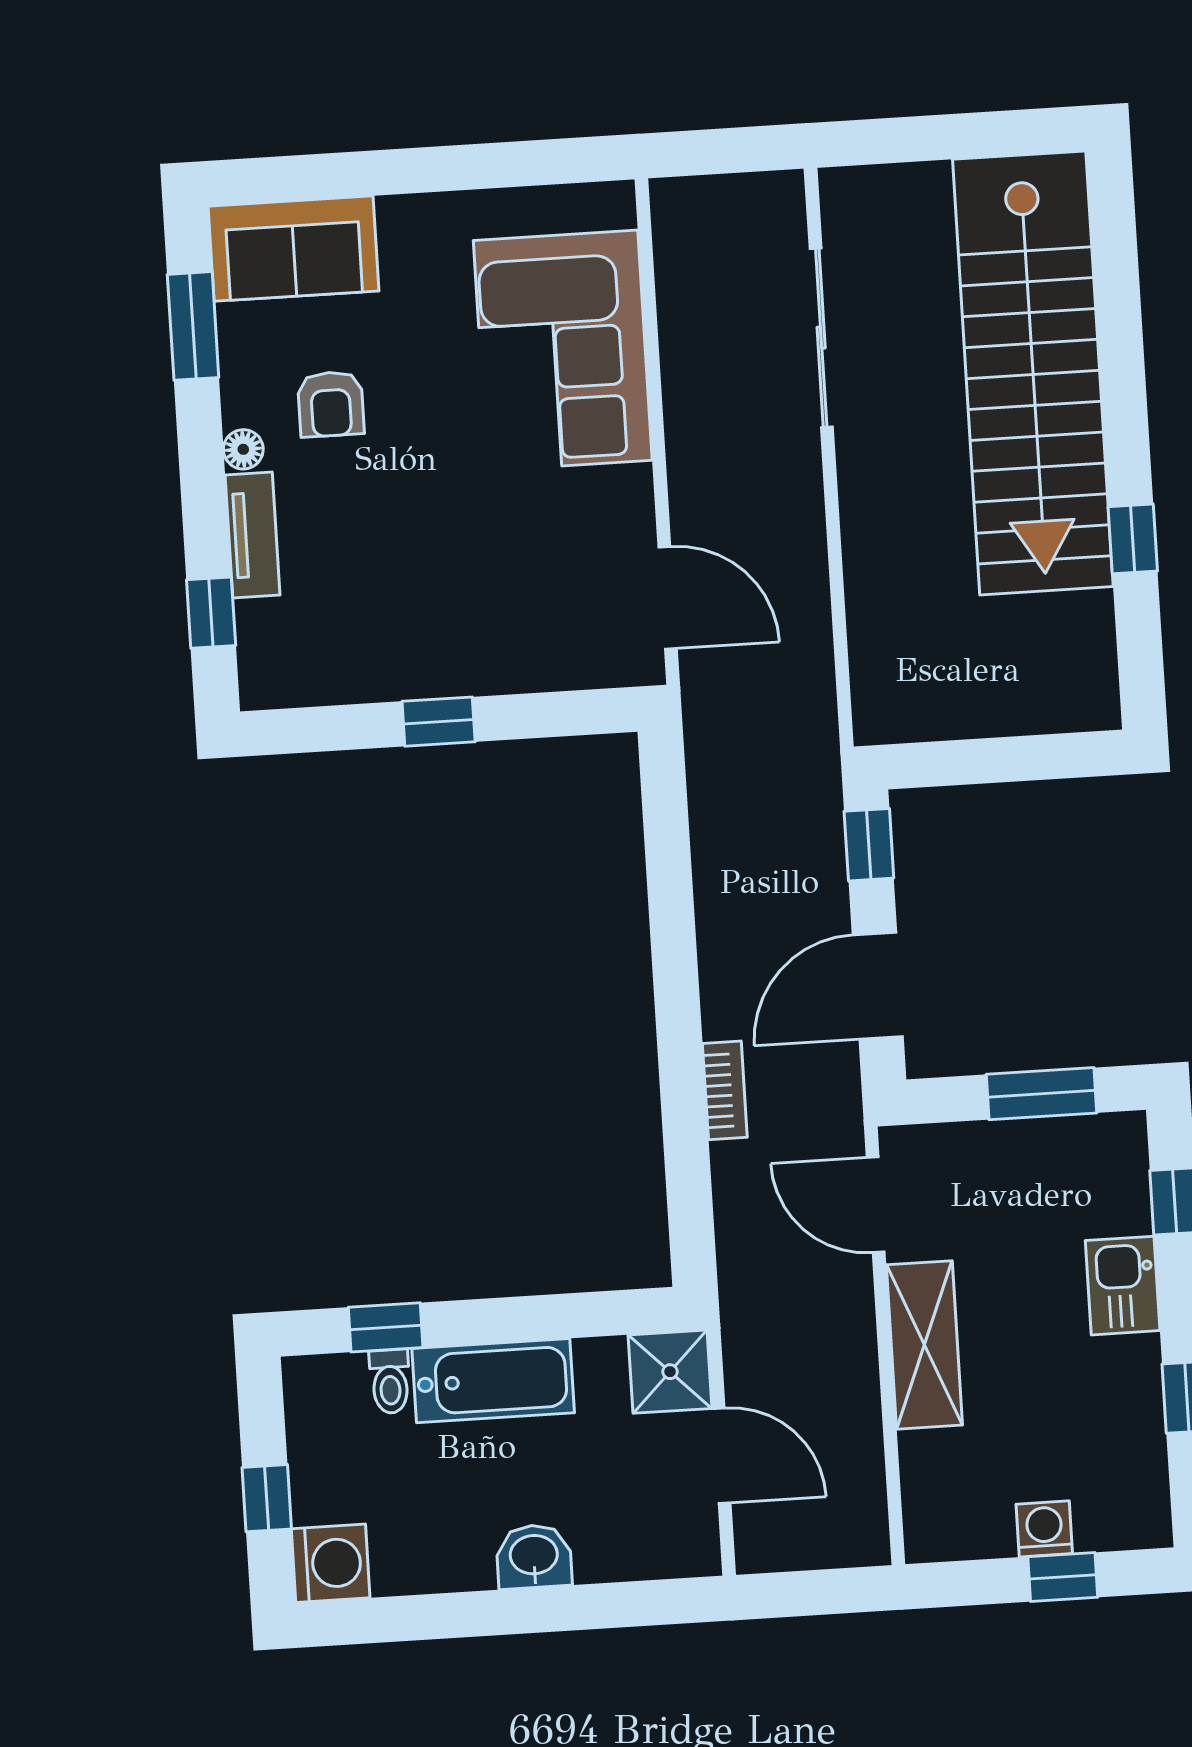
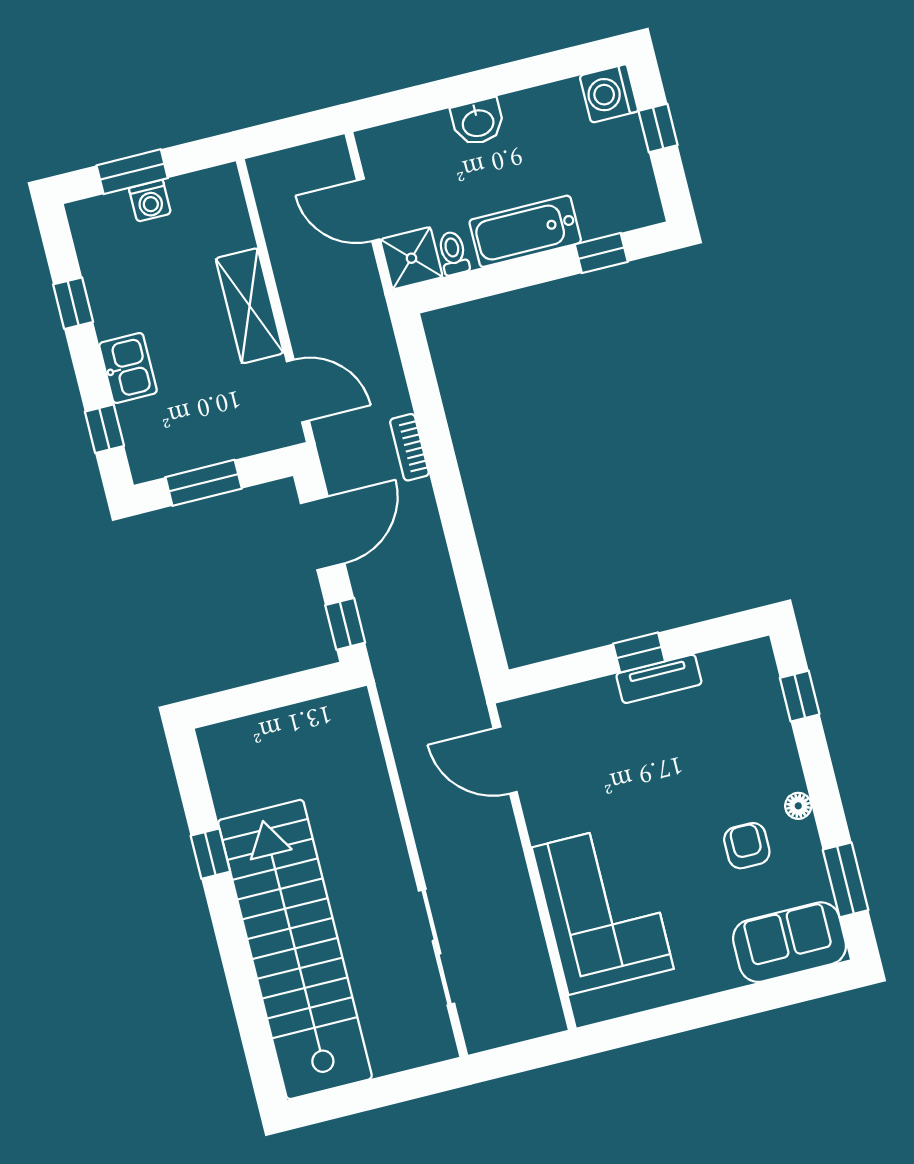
tv unit: (252, 535) -> (659, 679), moved, turned -90
toilet: (390, 1381) -> (453, 253), moved
window: (1063, 1577) -> (132, 172), width x1.50

